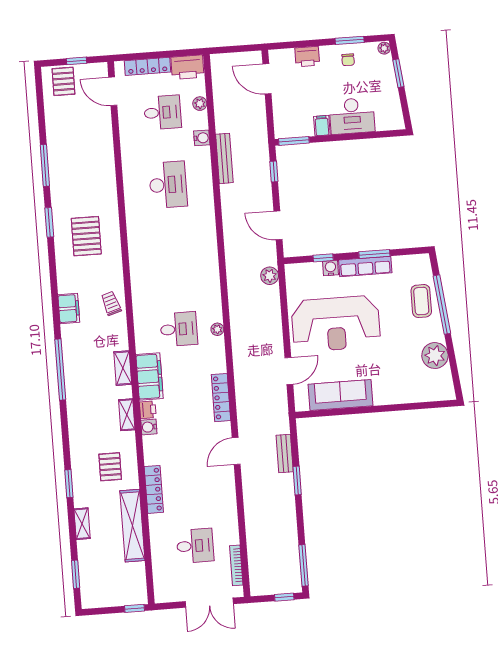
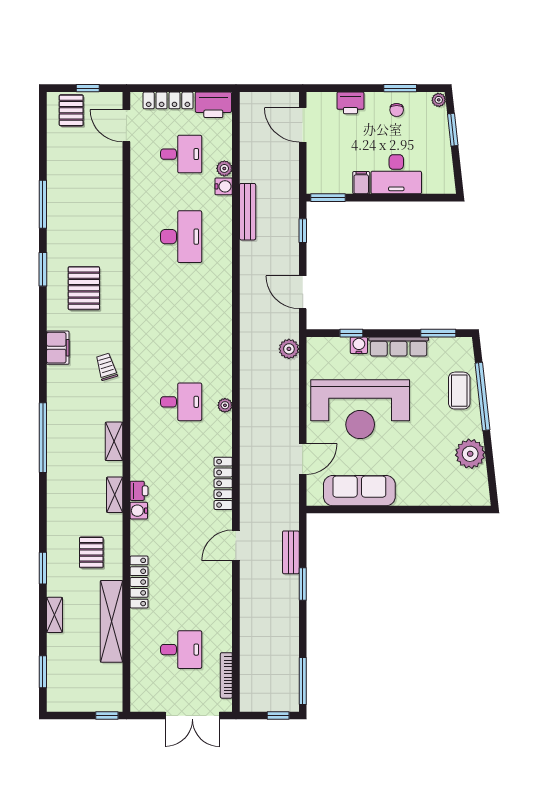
plant: (200, 104) -> (224, 168), moved
window: (374, 254) -> (438, 333), moved
filing cabinet: (69, 308) -> (58, 348), moved
filing cabinet: (150, 377) -> (144, 453), removed

